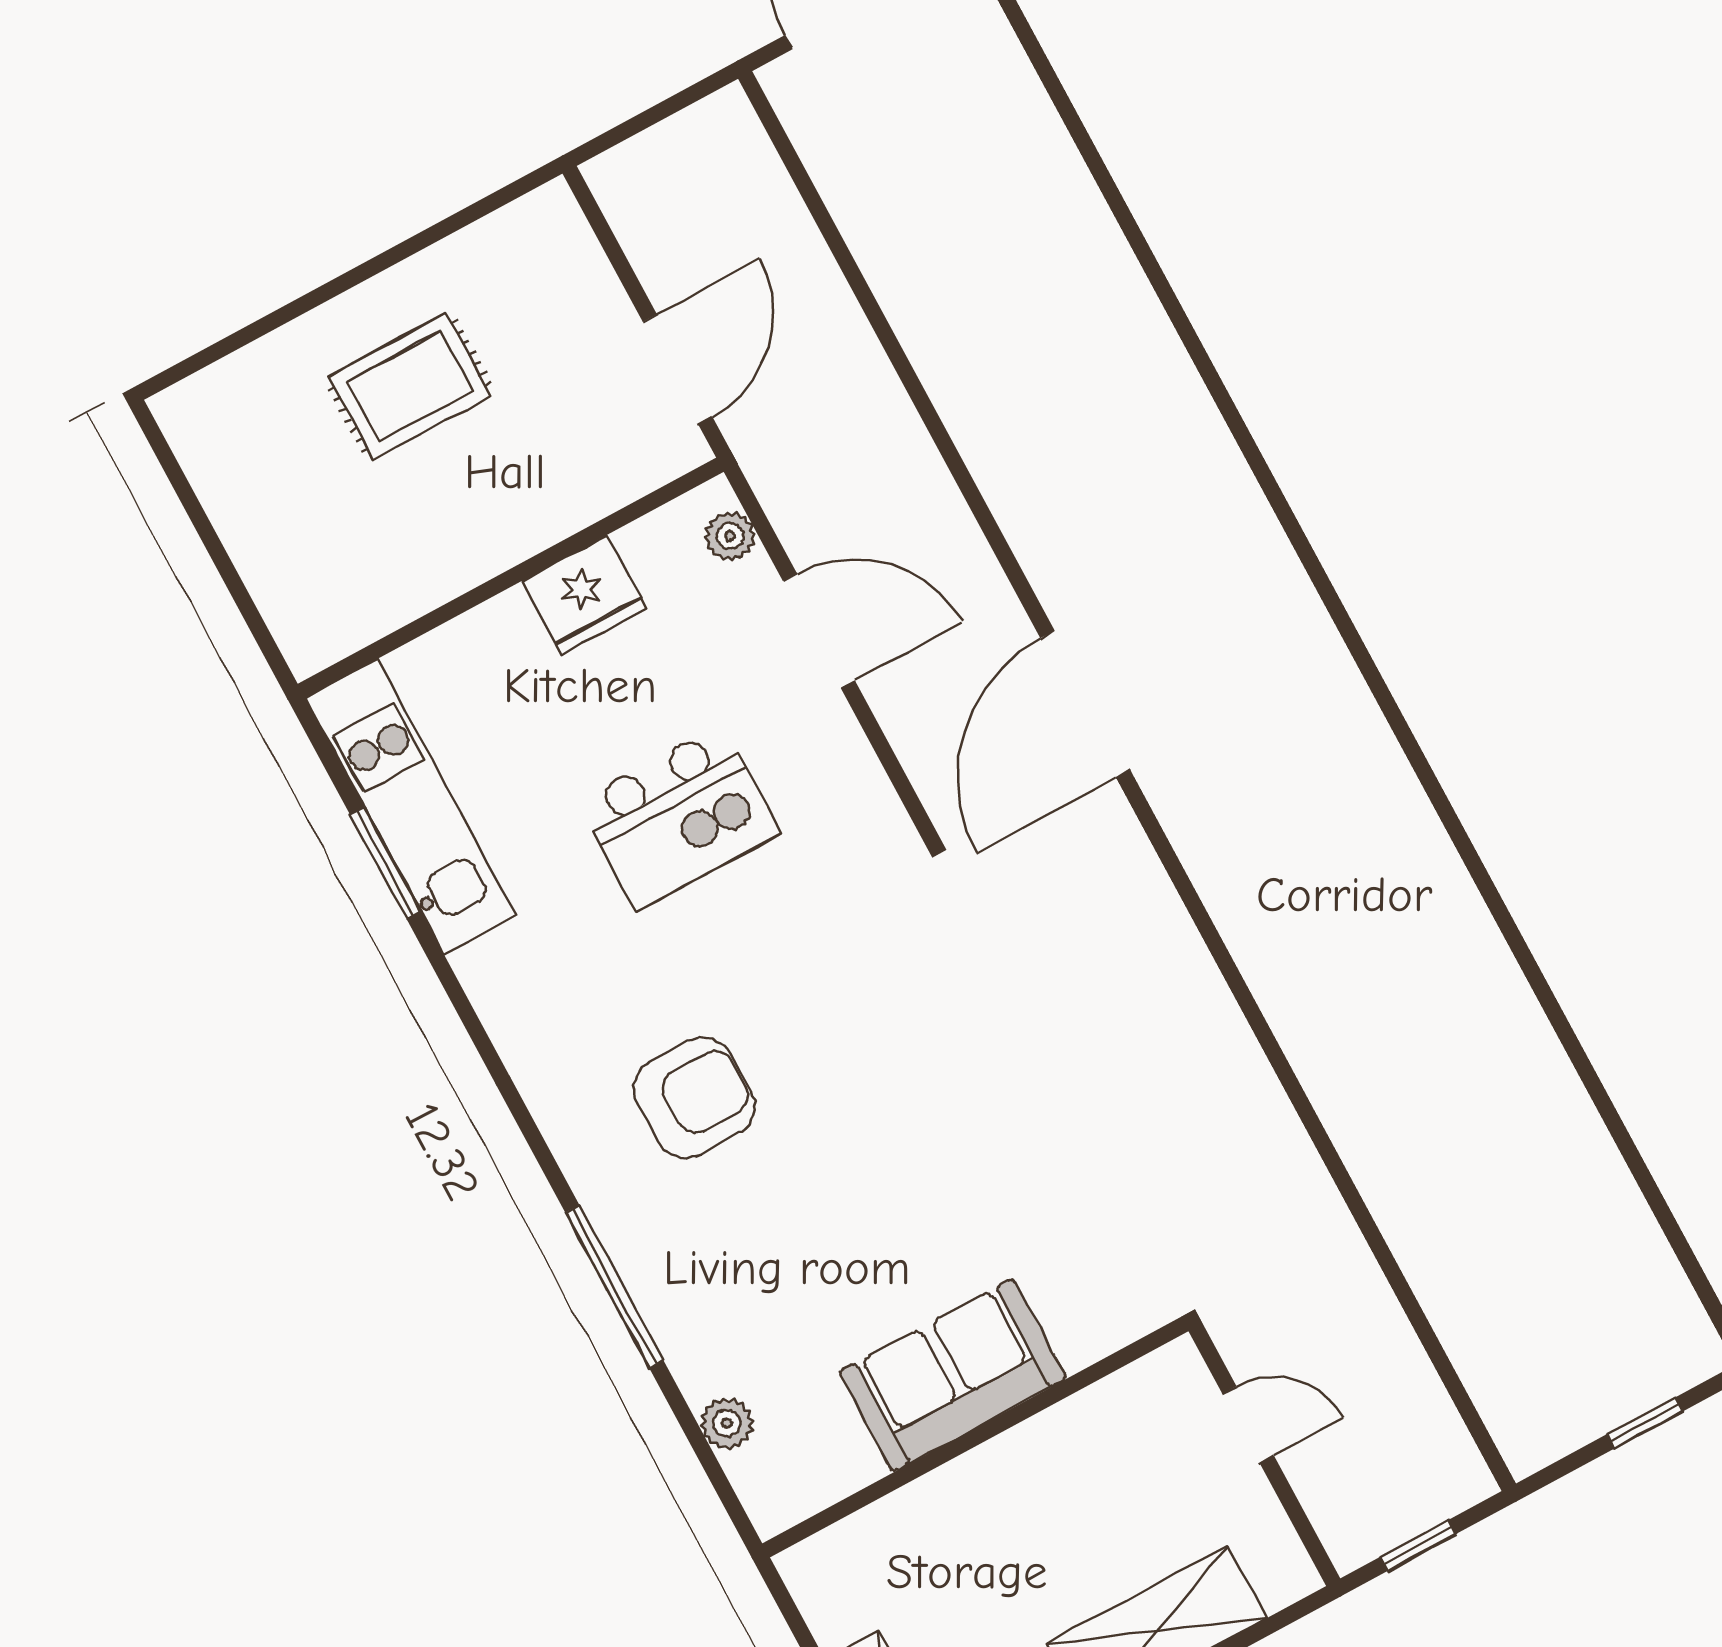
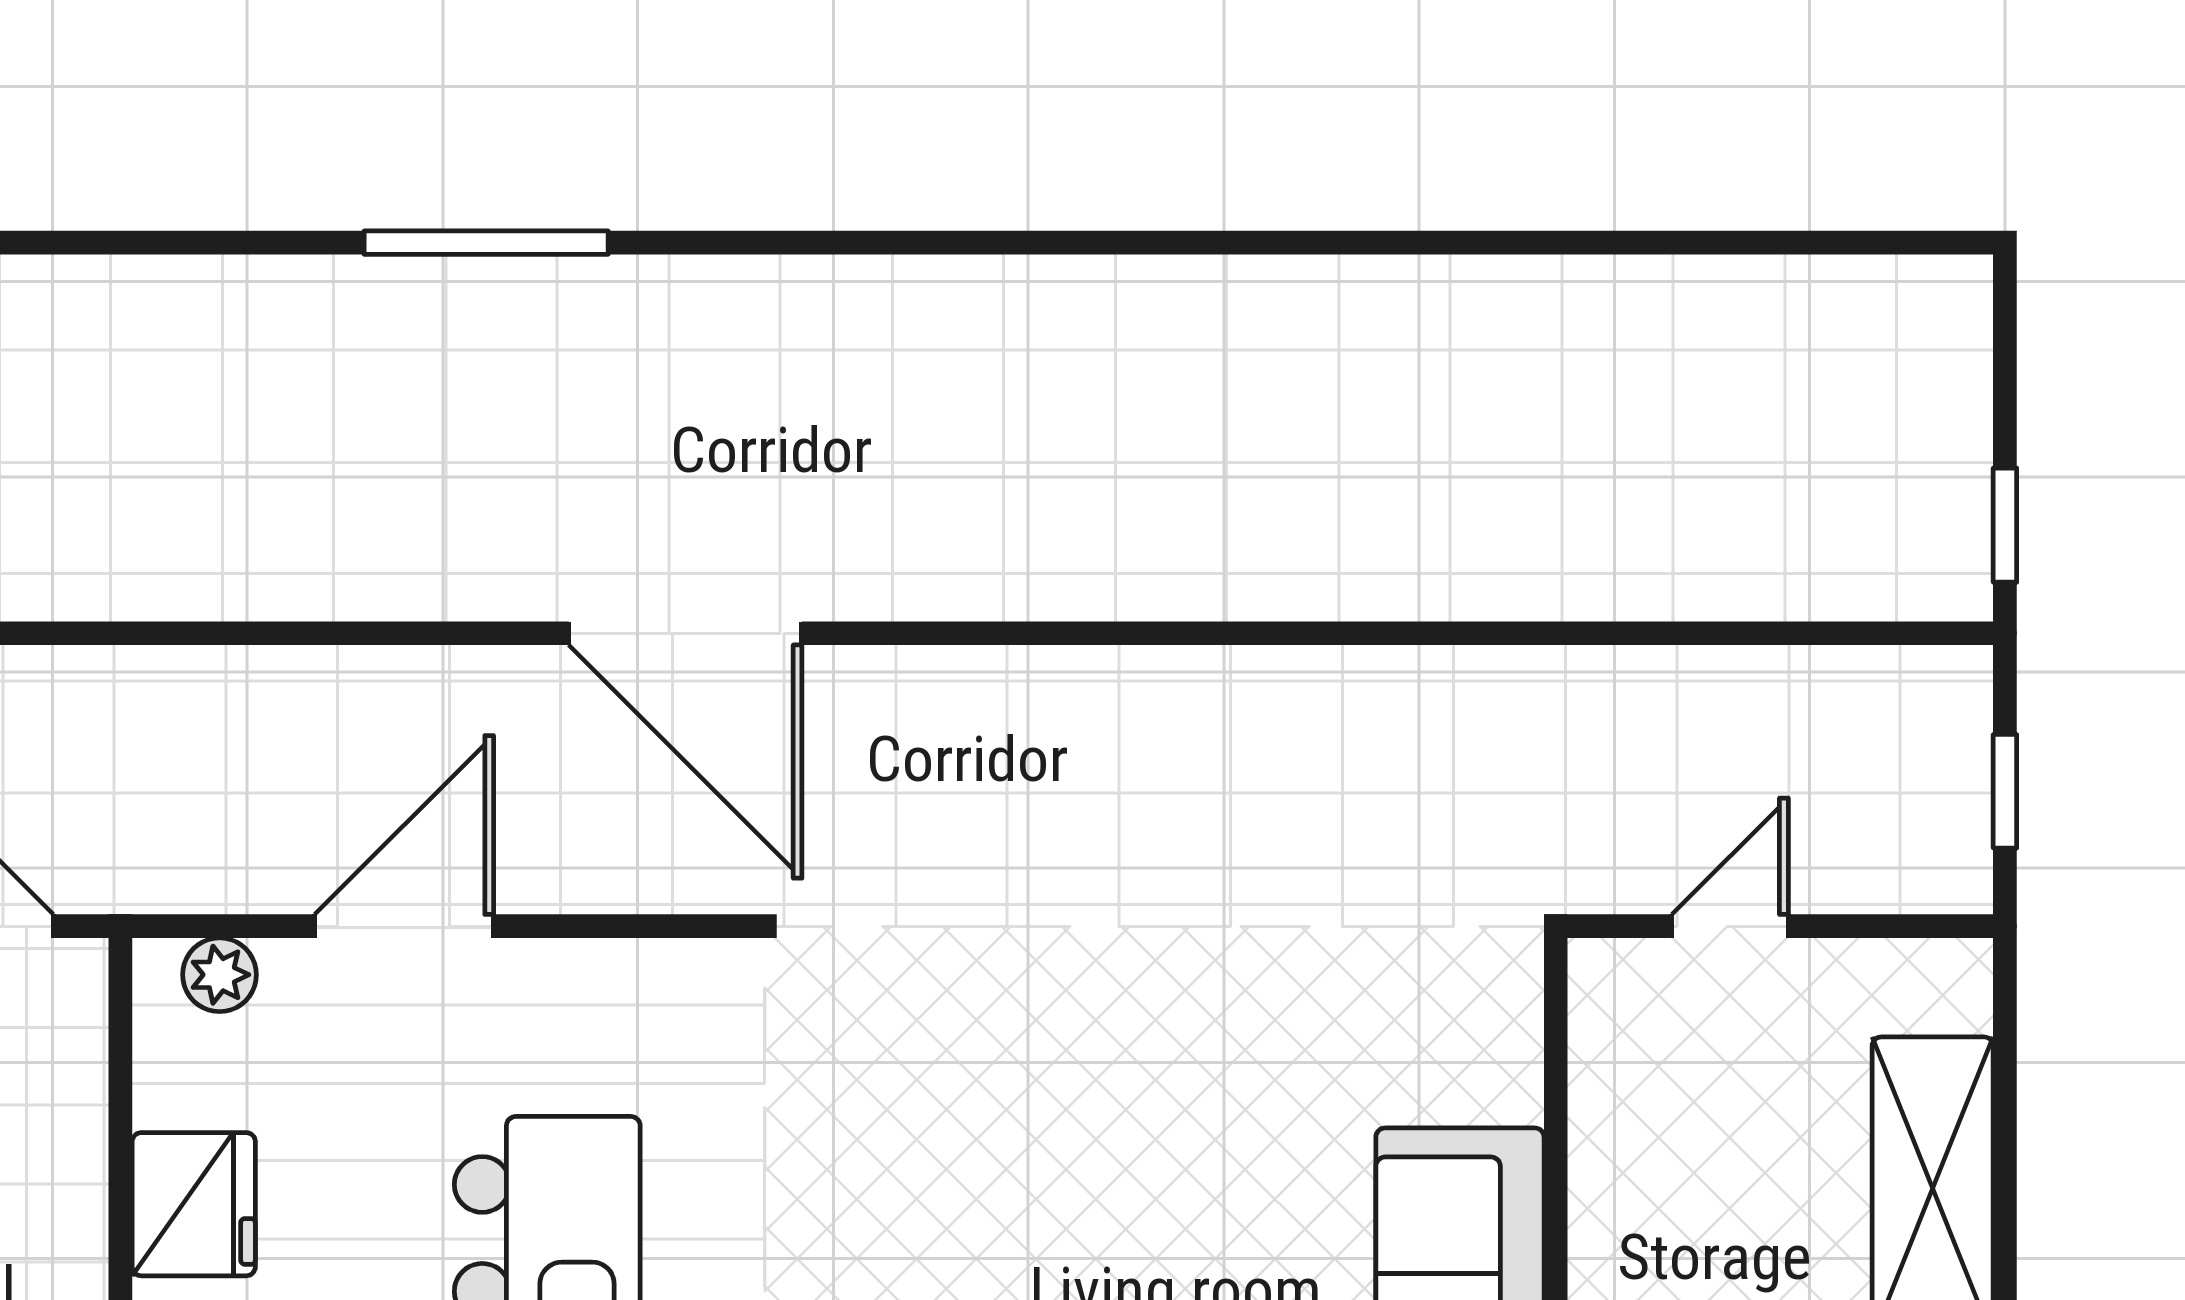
window: (1255, 459) -> (486, 243), added
window: (1645, 1423) -> (2005, 525), moved

